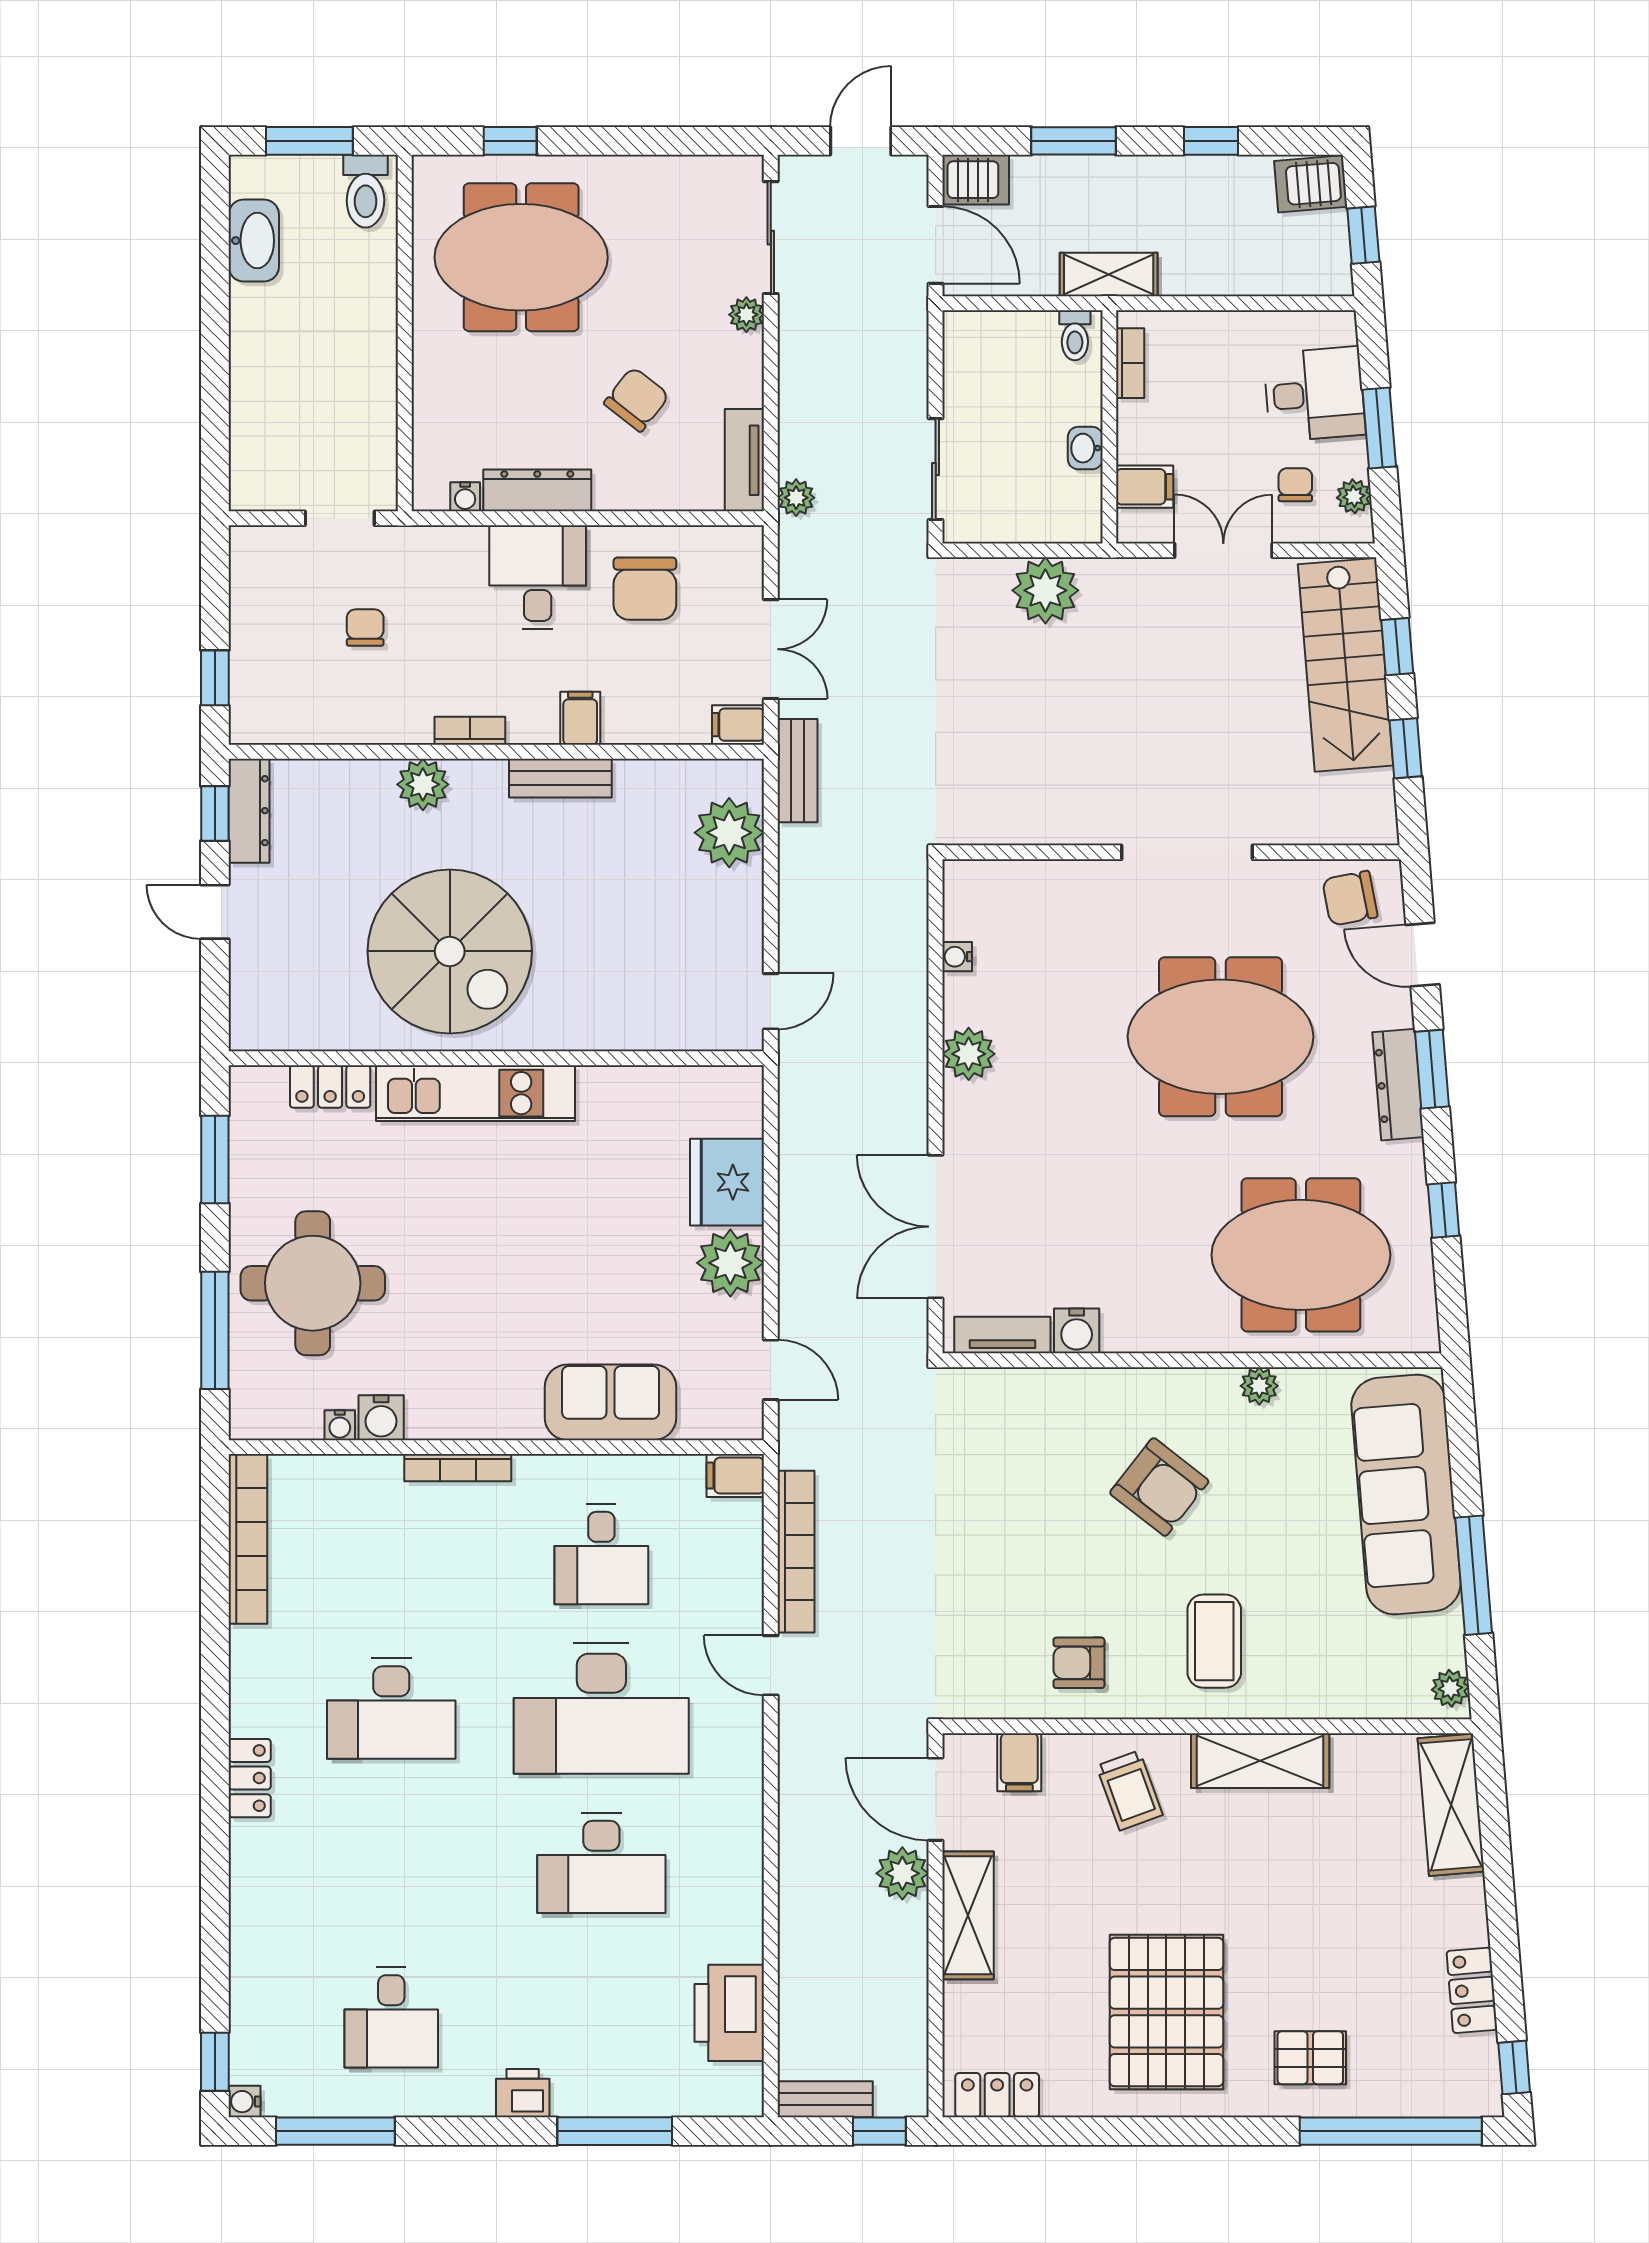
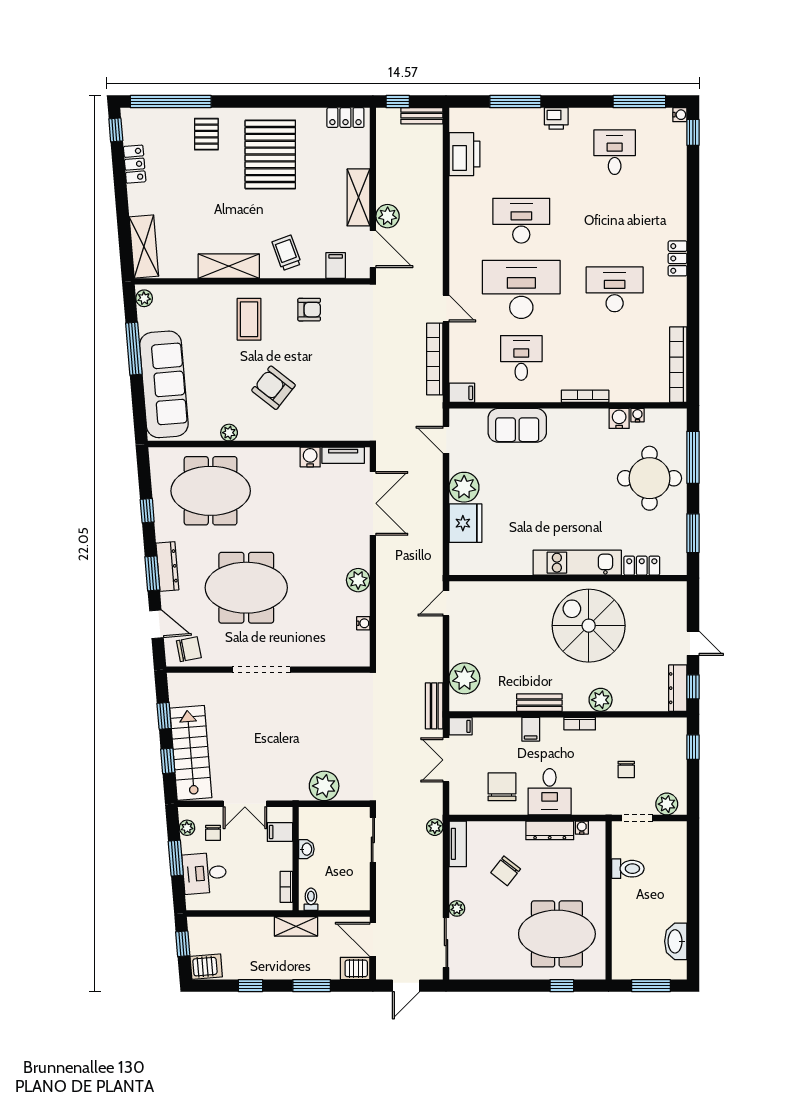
toilet: (366, 191) -> (628, 869), moved, turned 90
plant: (274, 550) -> (667, 804), added
pallet: (1310, 2058) -> (206, 134), turned 90

